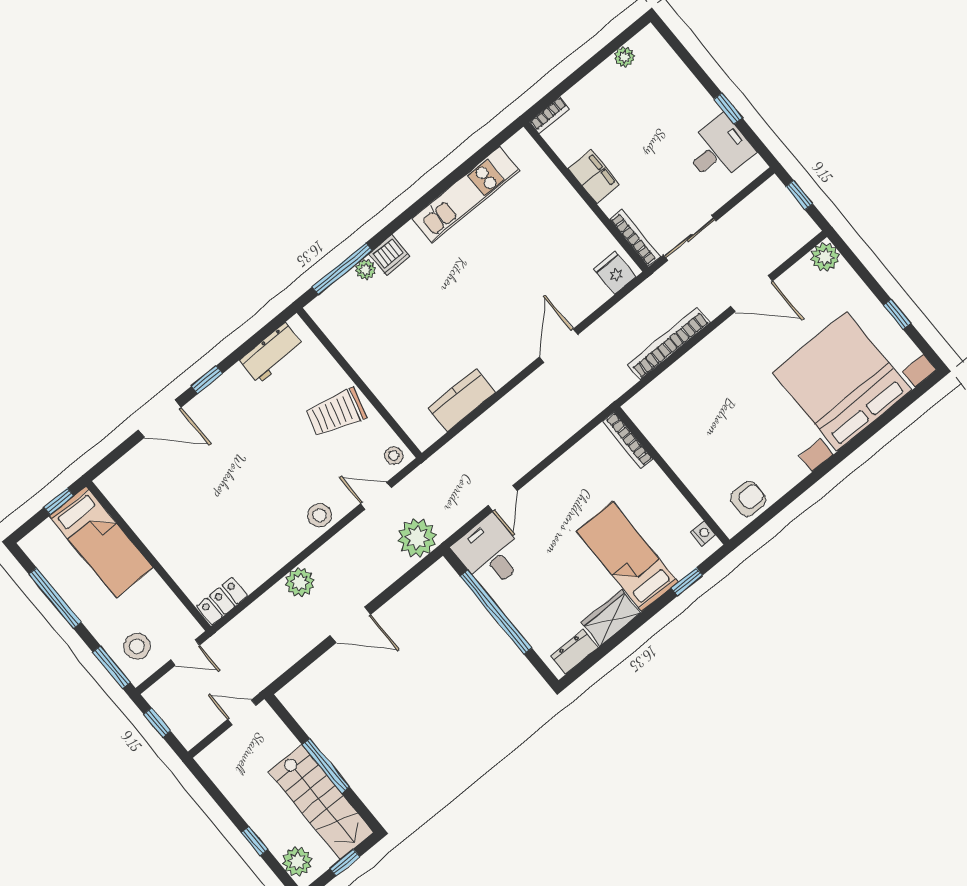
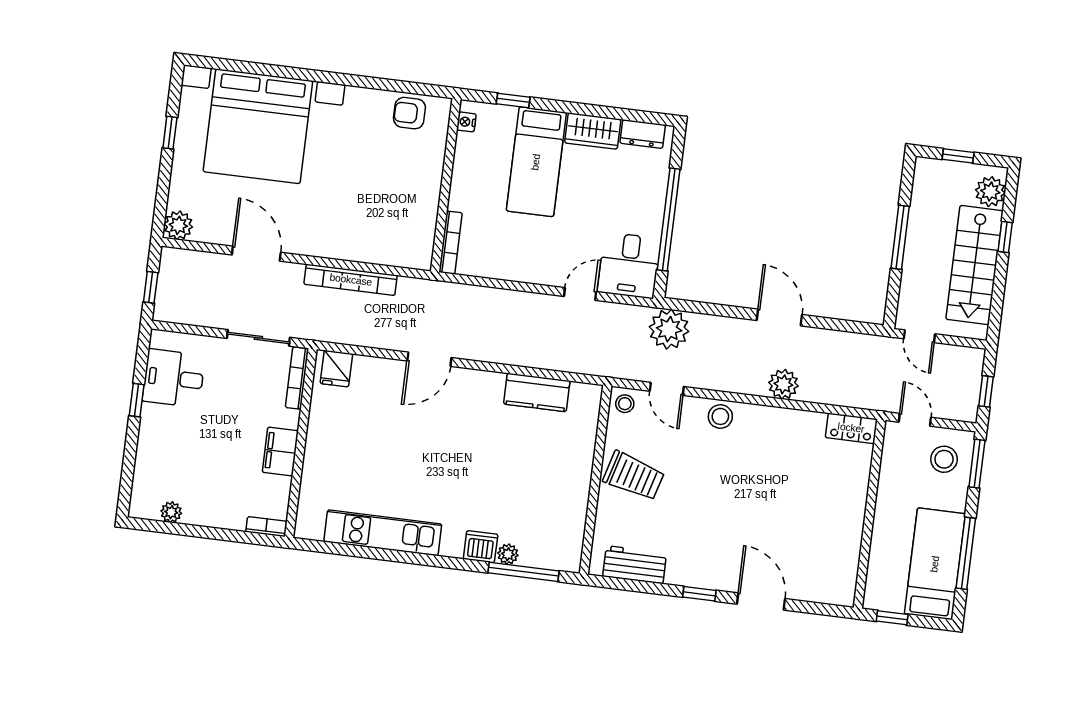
bed: (101, 542) -> (935, 564), moved
stairs: (321, 802) -> (975, 265), moved, turned 180

